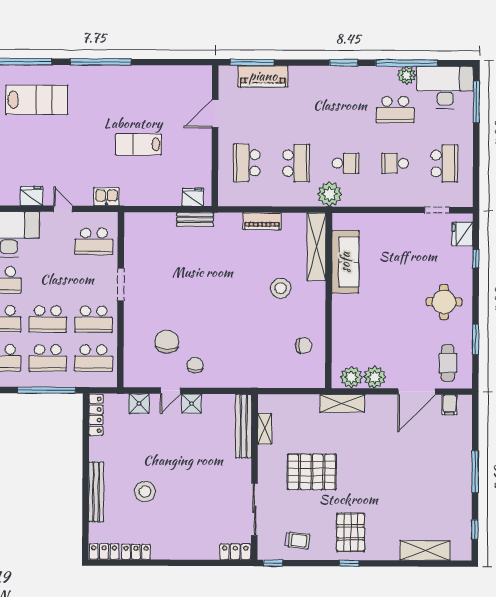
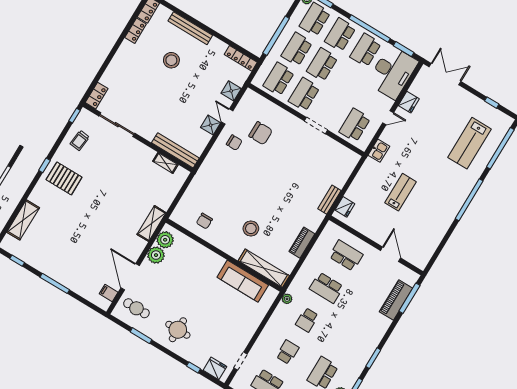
plant: (330, 194) -> (287, 299), width x0.53, depth x0.53
pallet: (312, 472) -> (119, 177), removed

